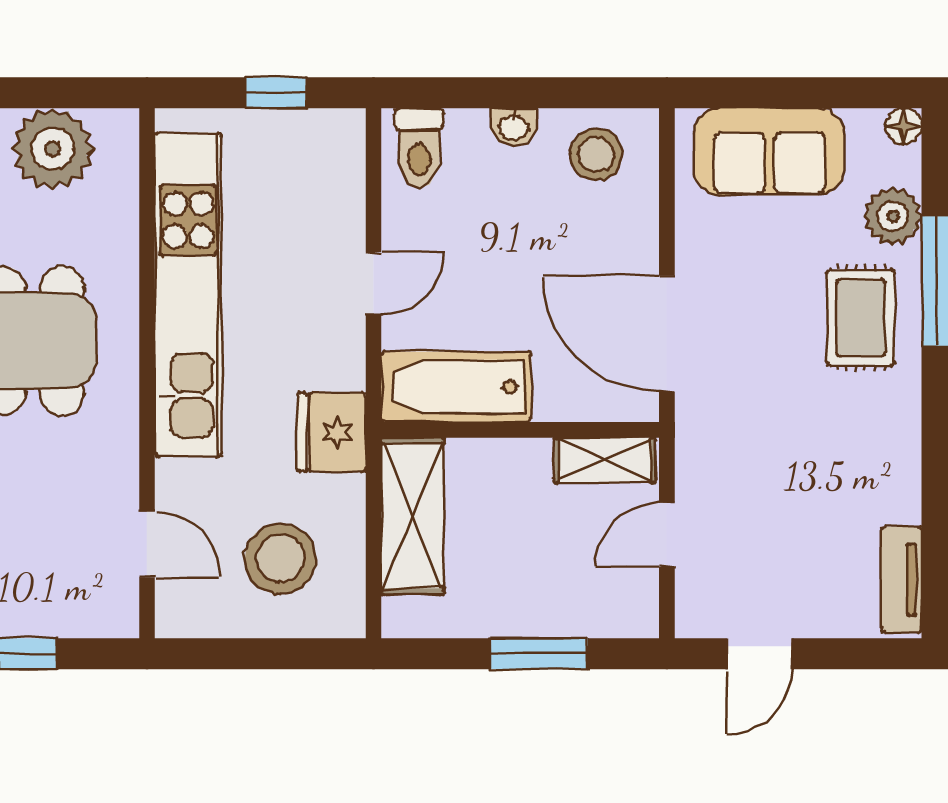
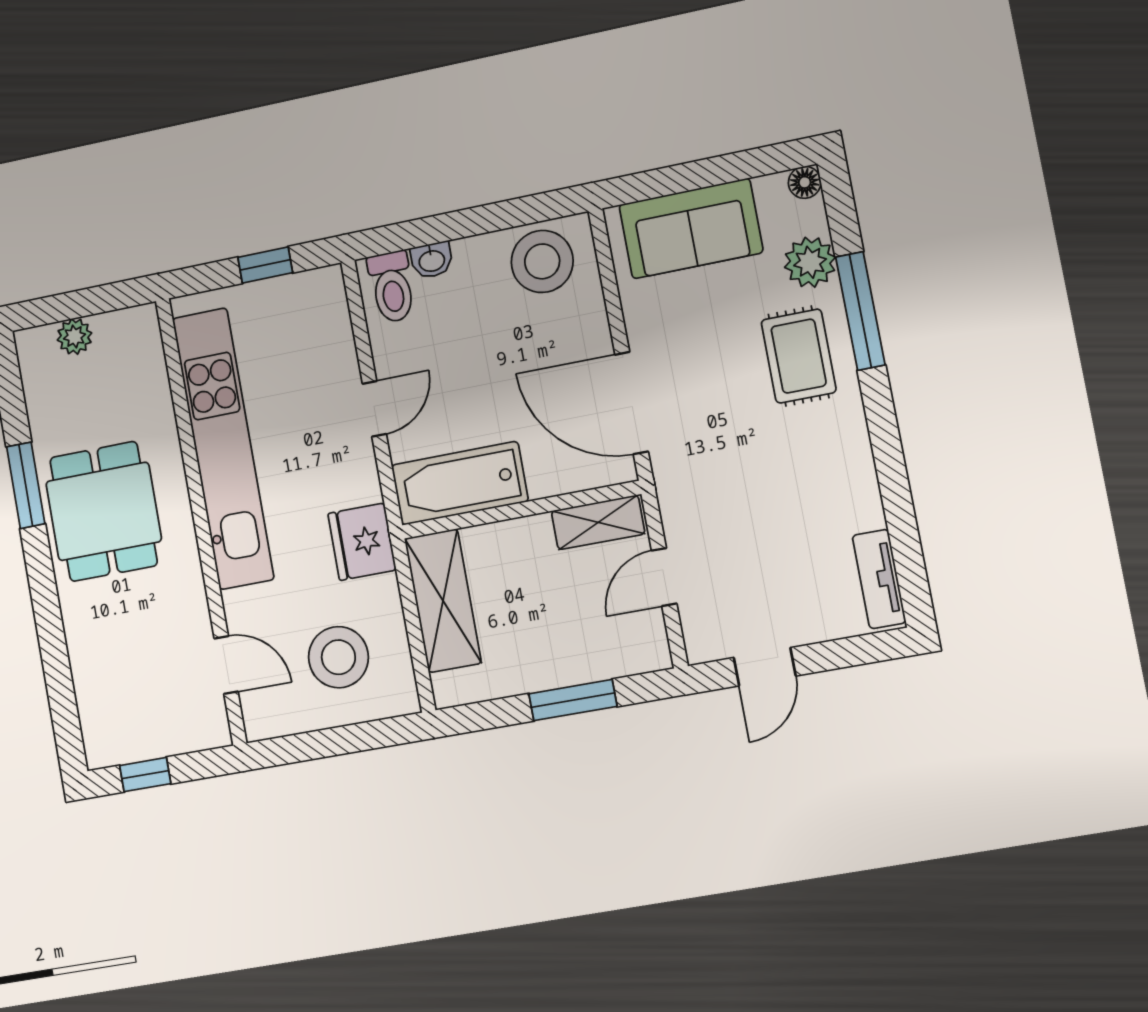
washbasin: (513, 127) -> (432, 260), moved
plant: (53, 149) -> (75, 336), width x0.53, depth x0.53
stool: (596, 154) -> (542, 261), width x1.38, depth x1.38

